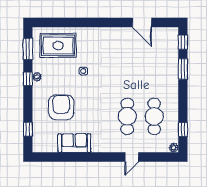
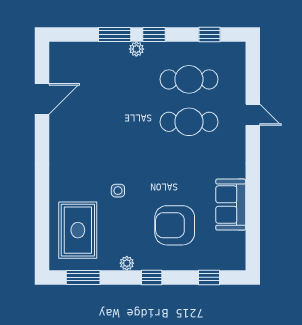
window: (183, 42) -> (154, 35), moved
window: (28, 79) -> (152, 277), moved
plant: (174, 148) -> (136, 49), moved

